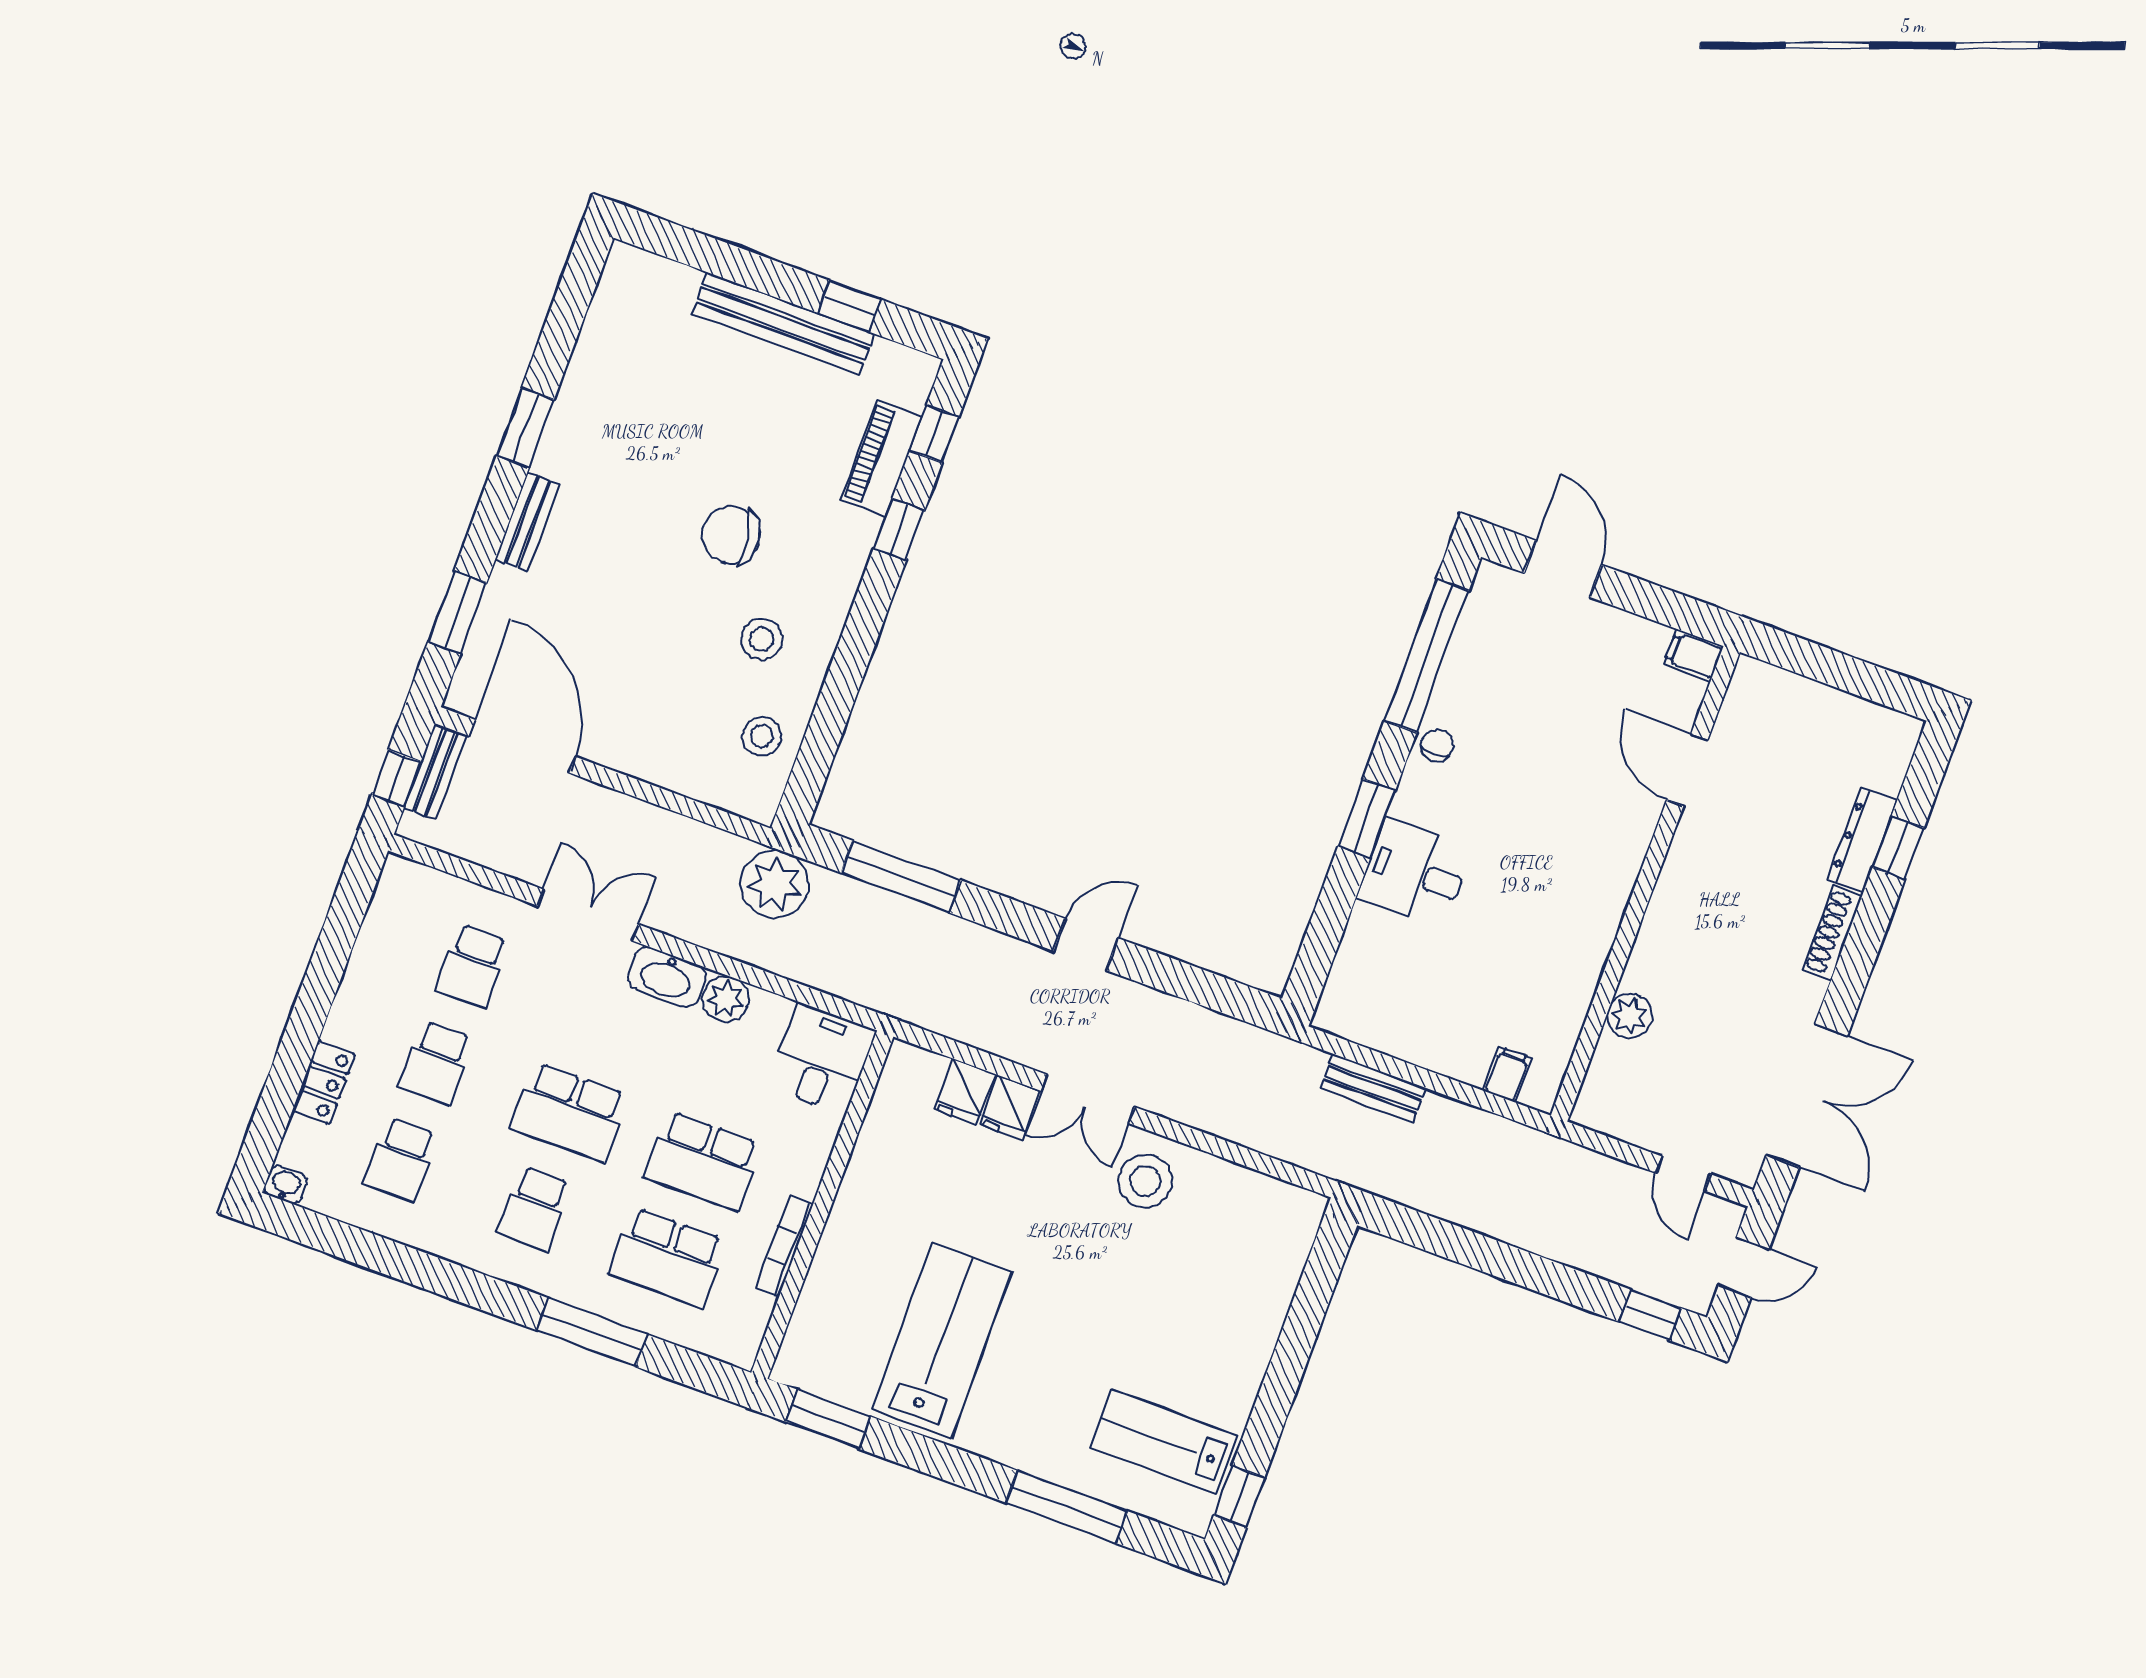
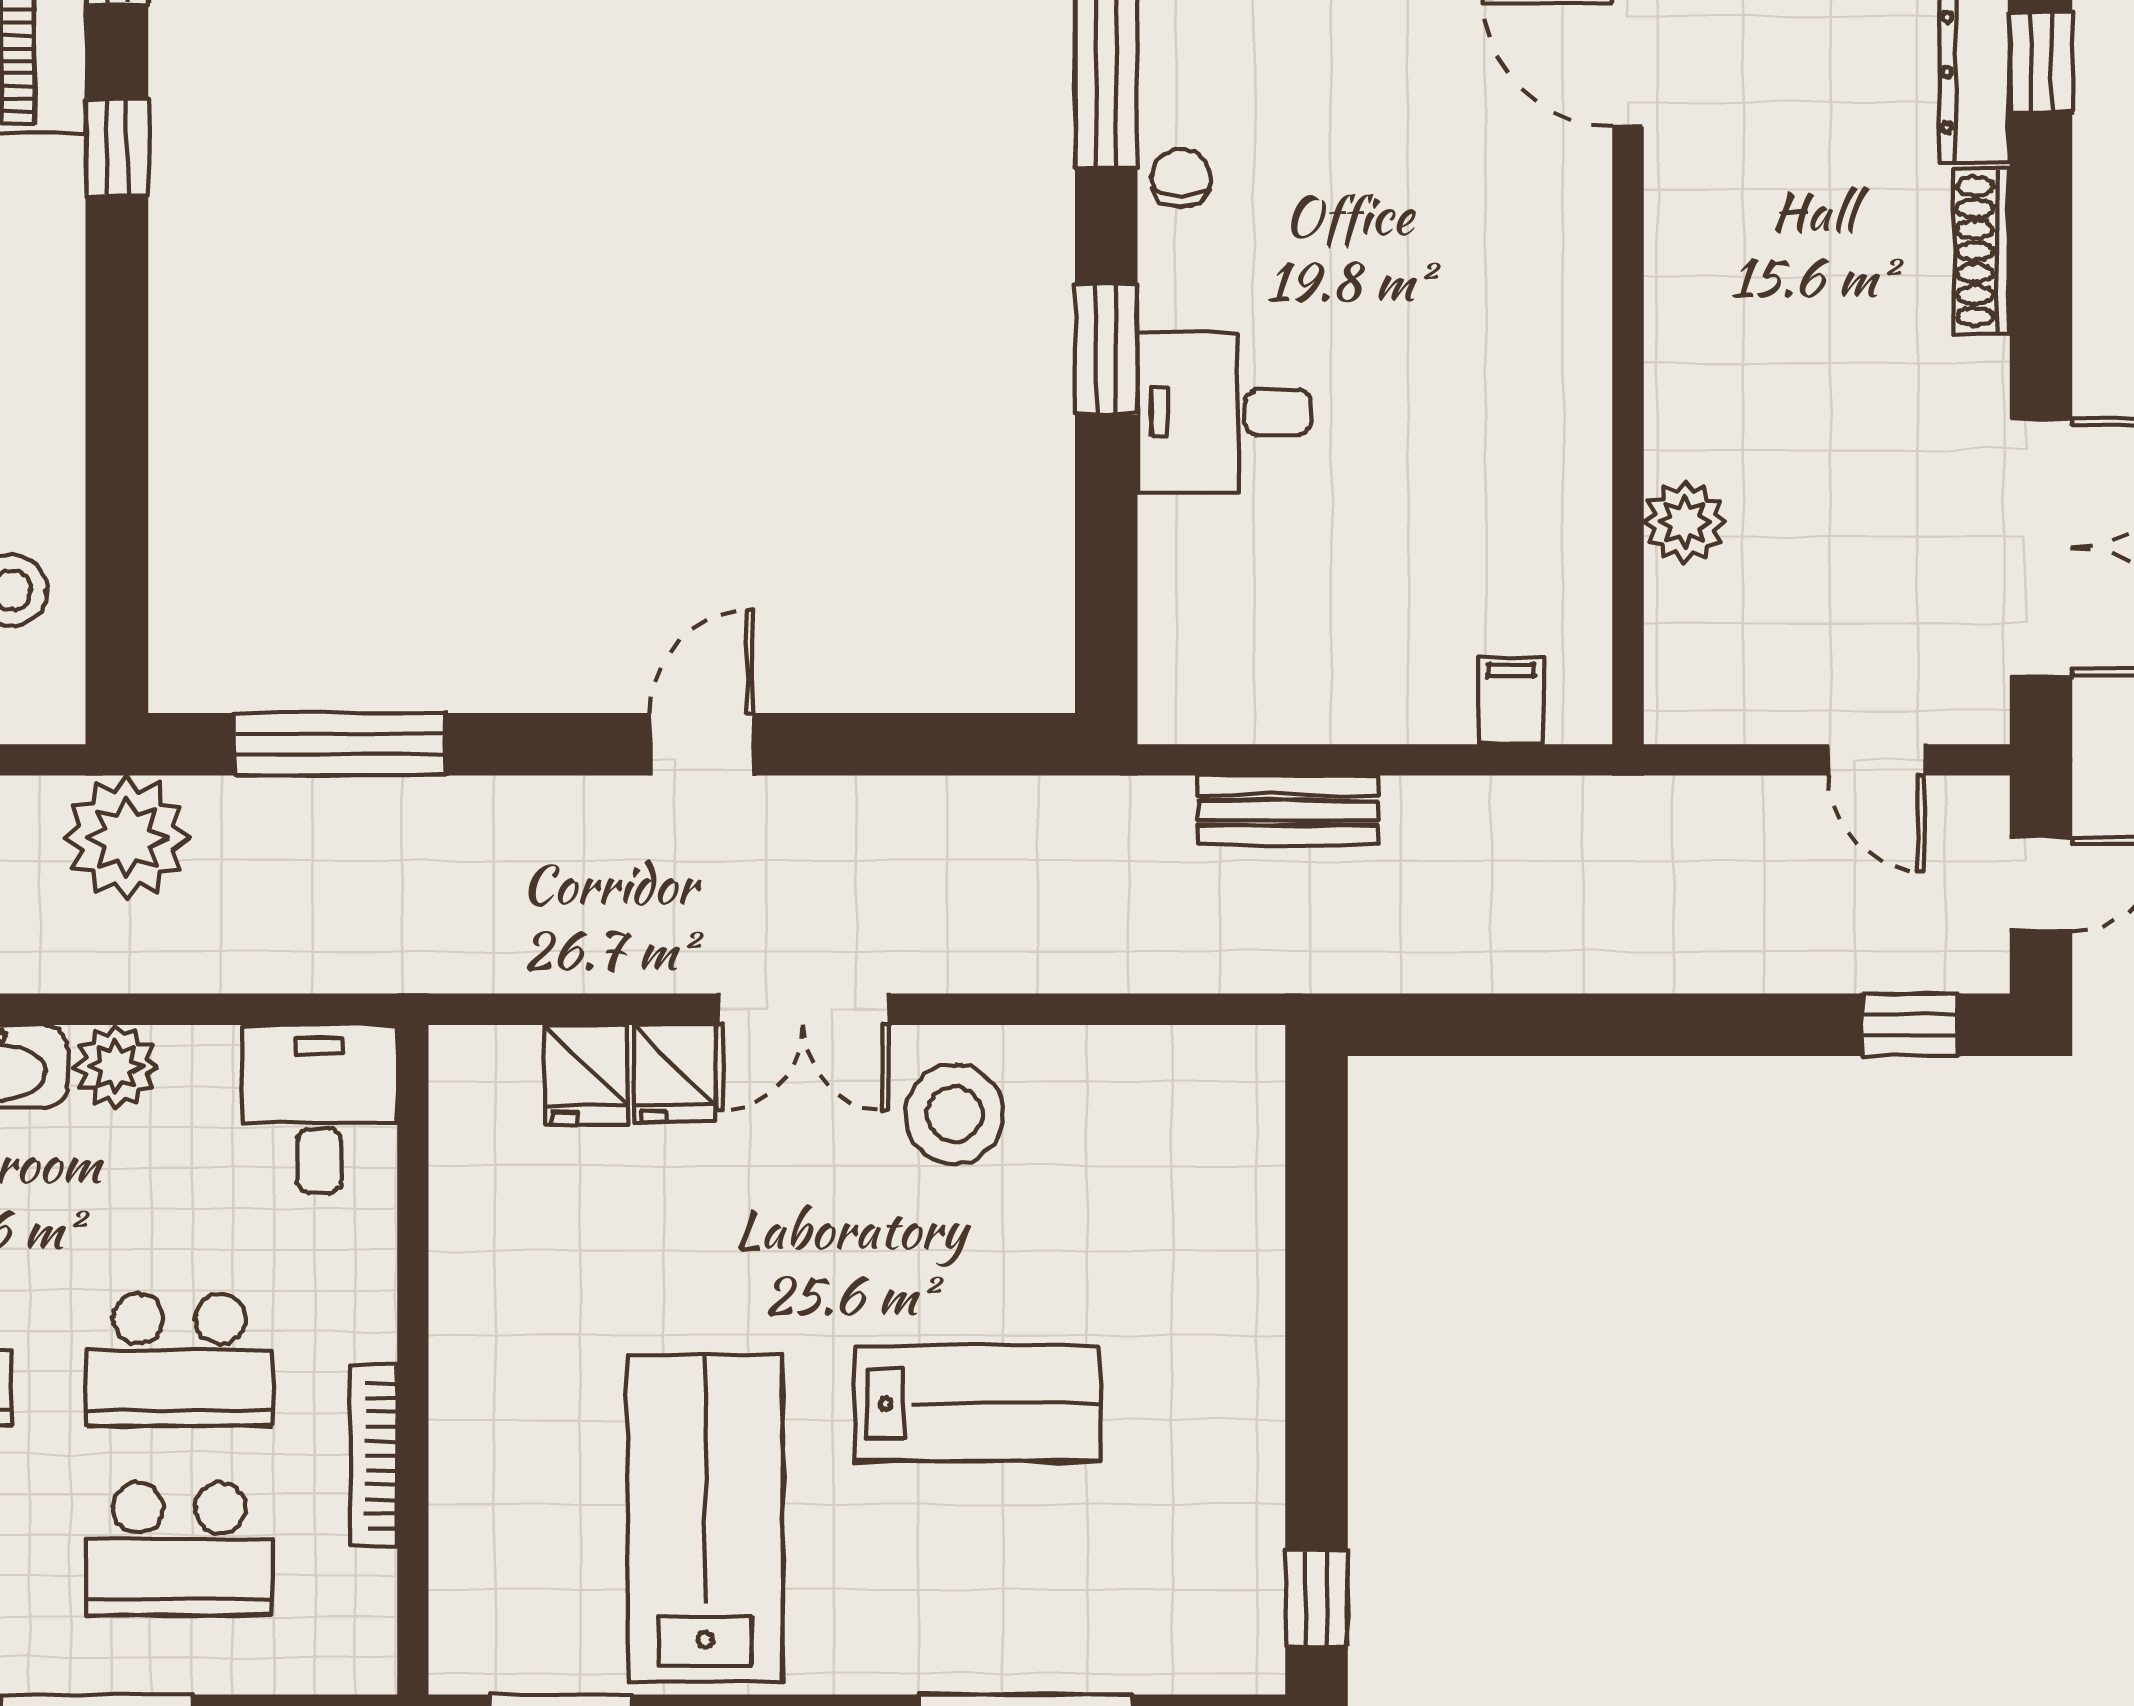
lab bench: (1164, 1442) -> (977, 1403), moved, turned 180

